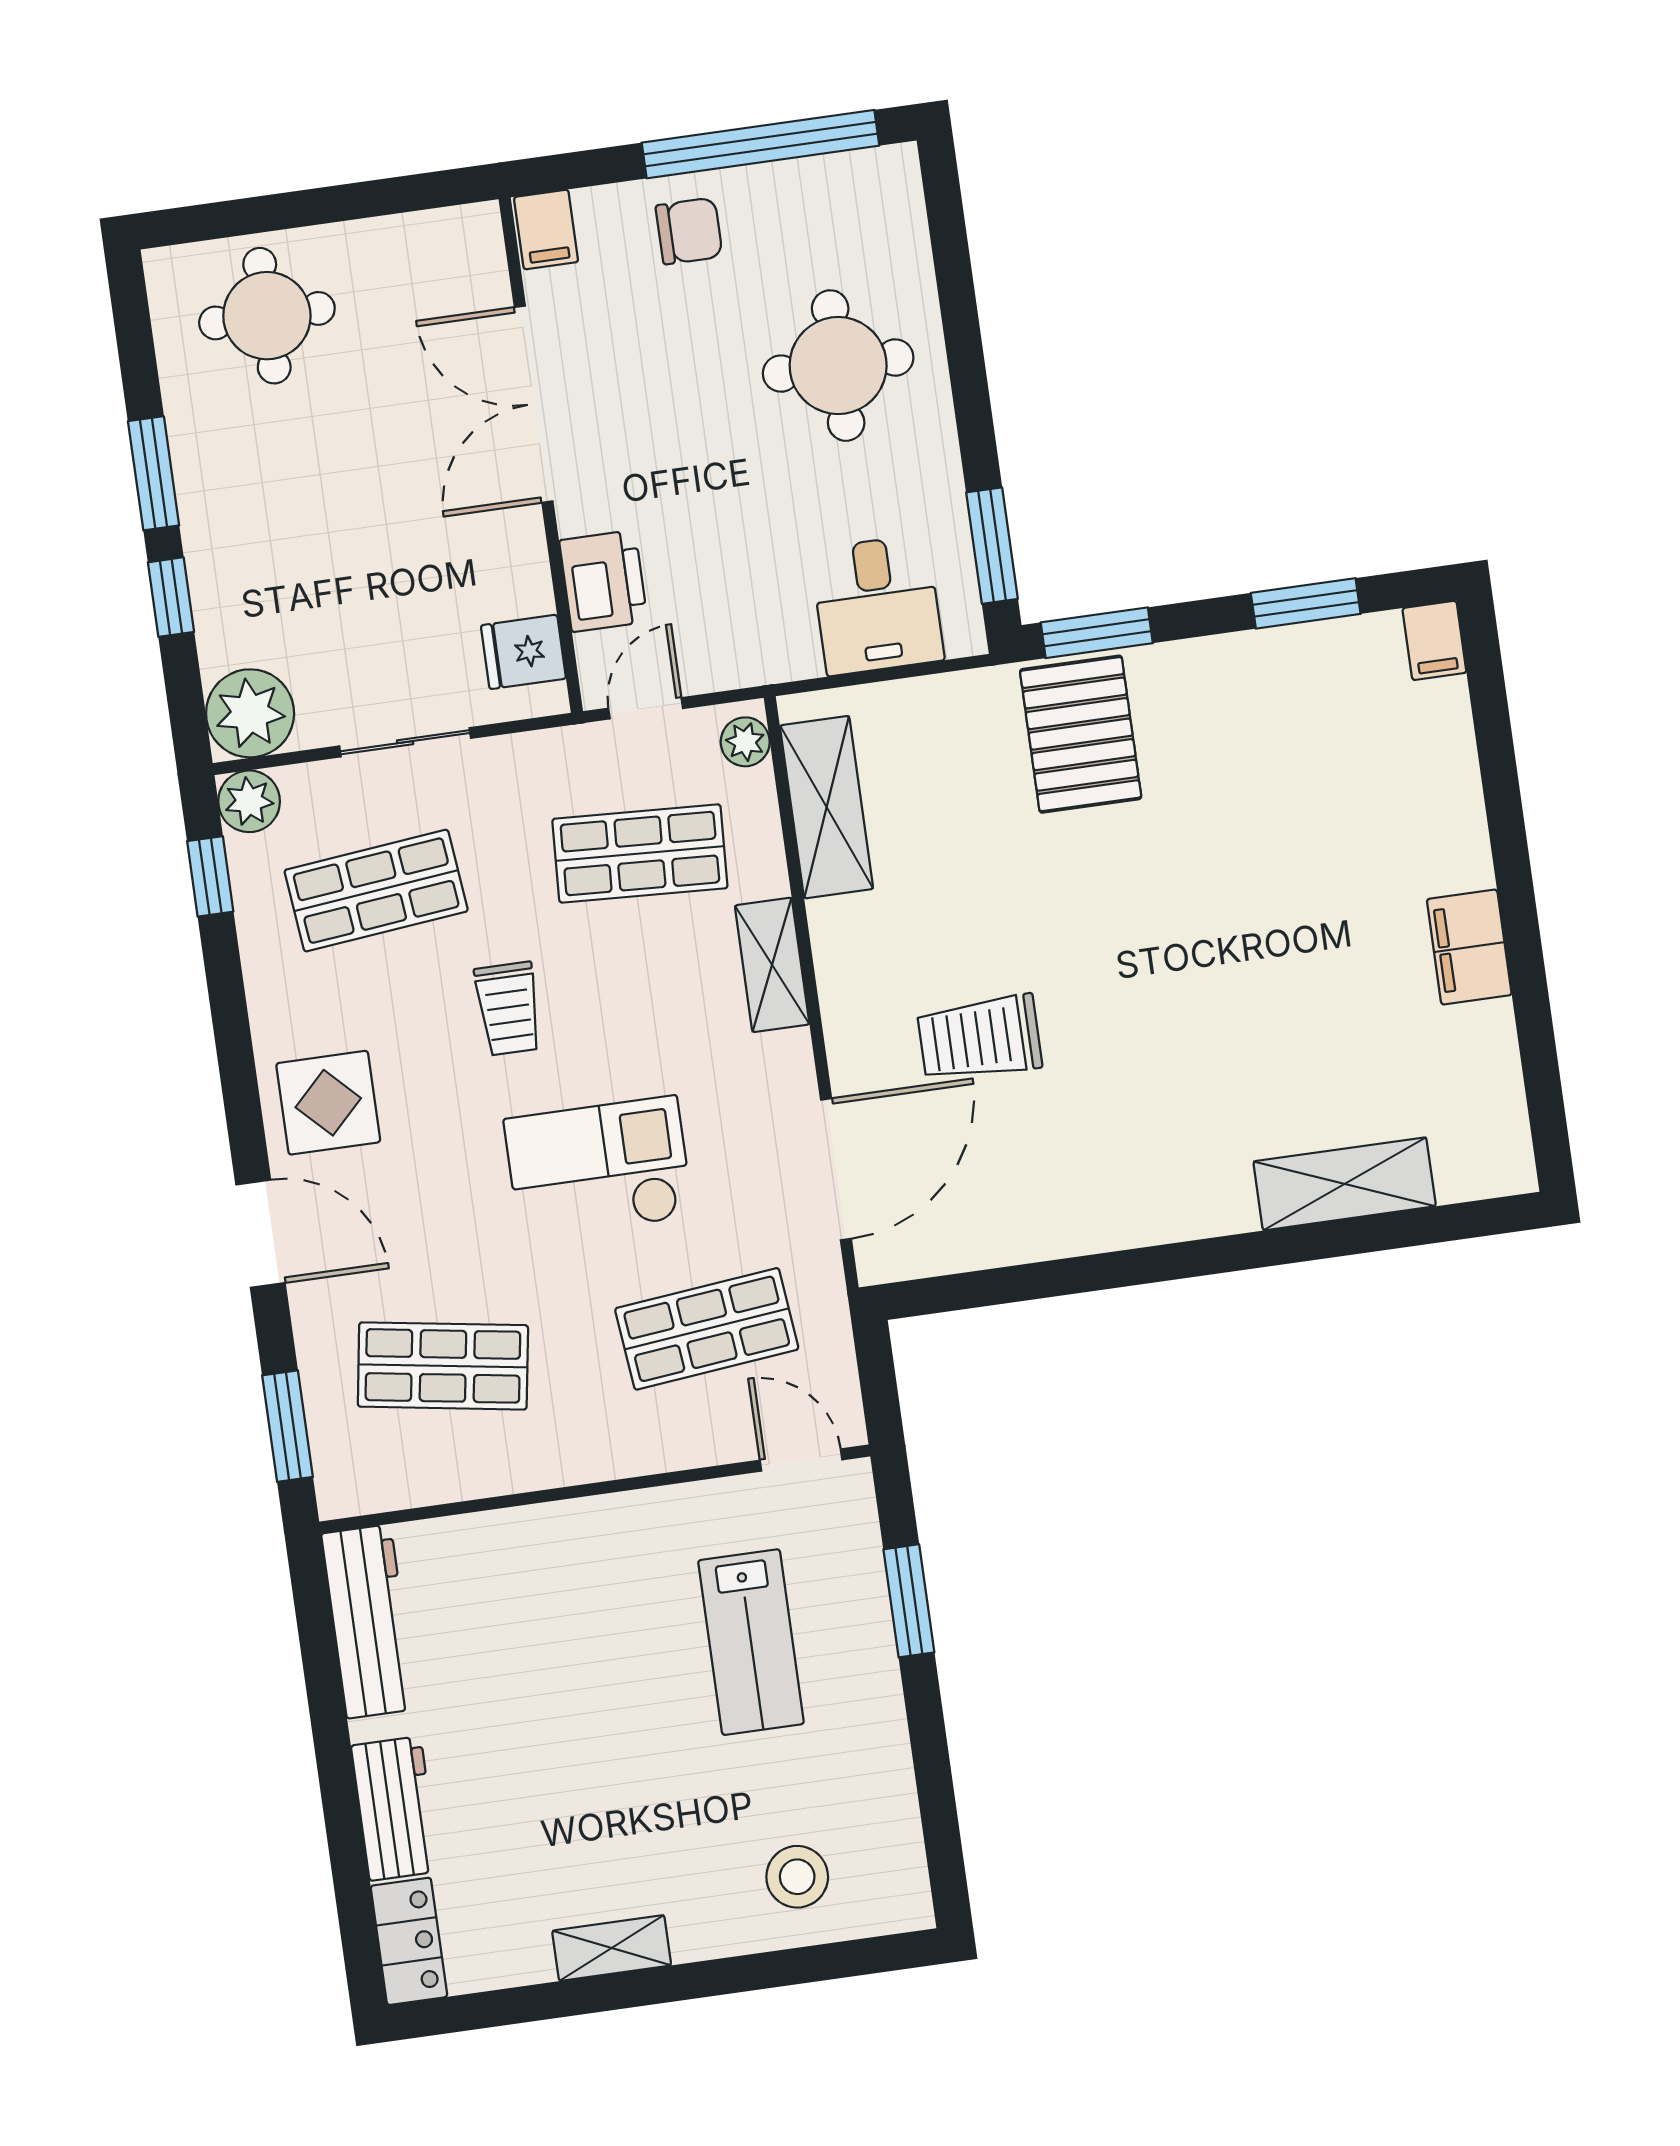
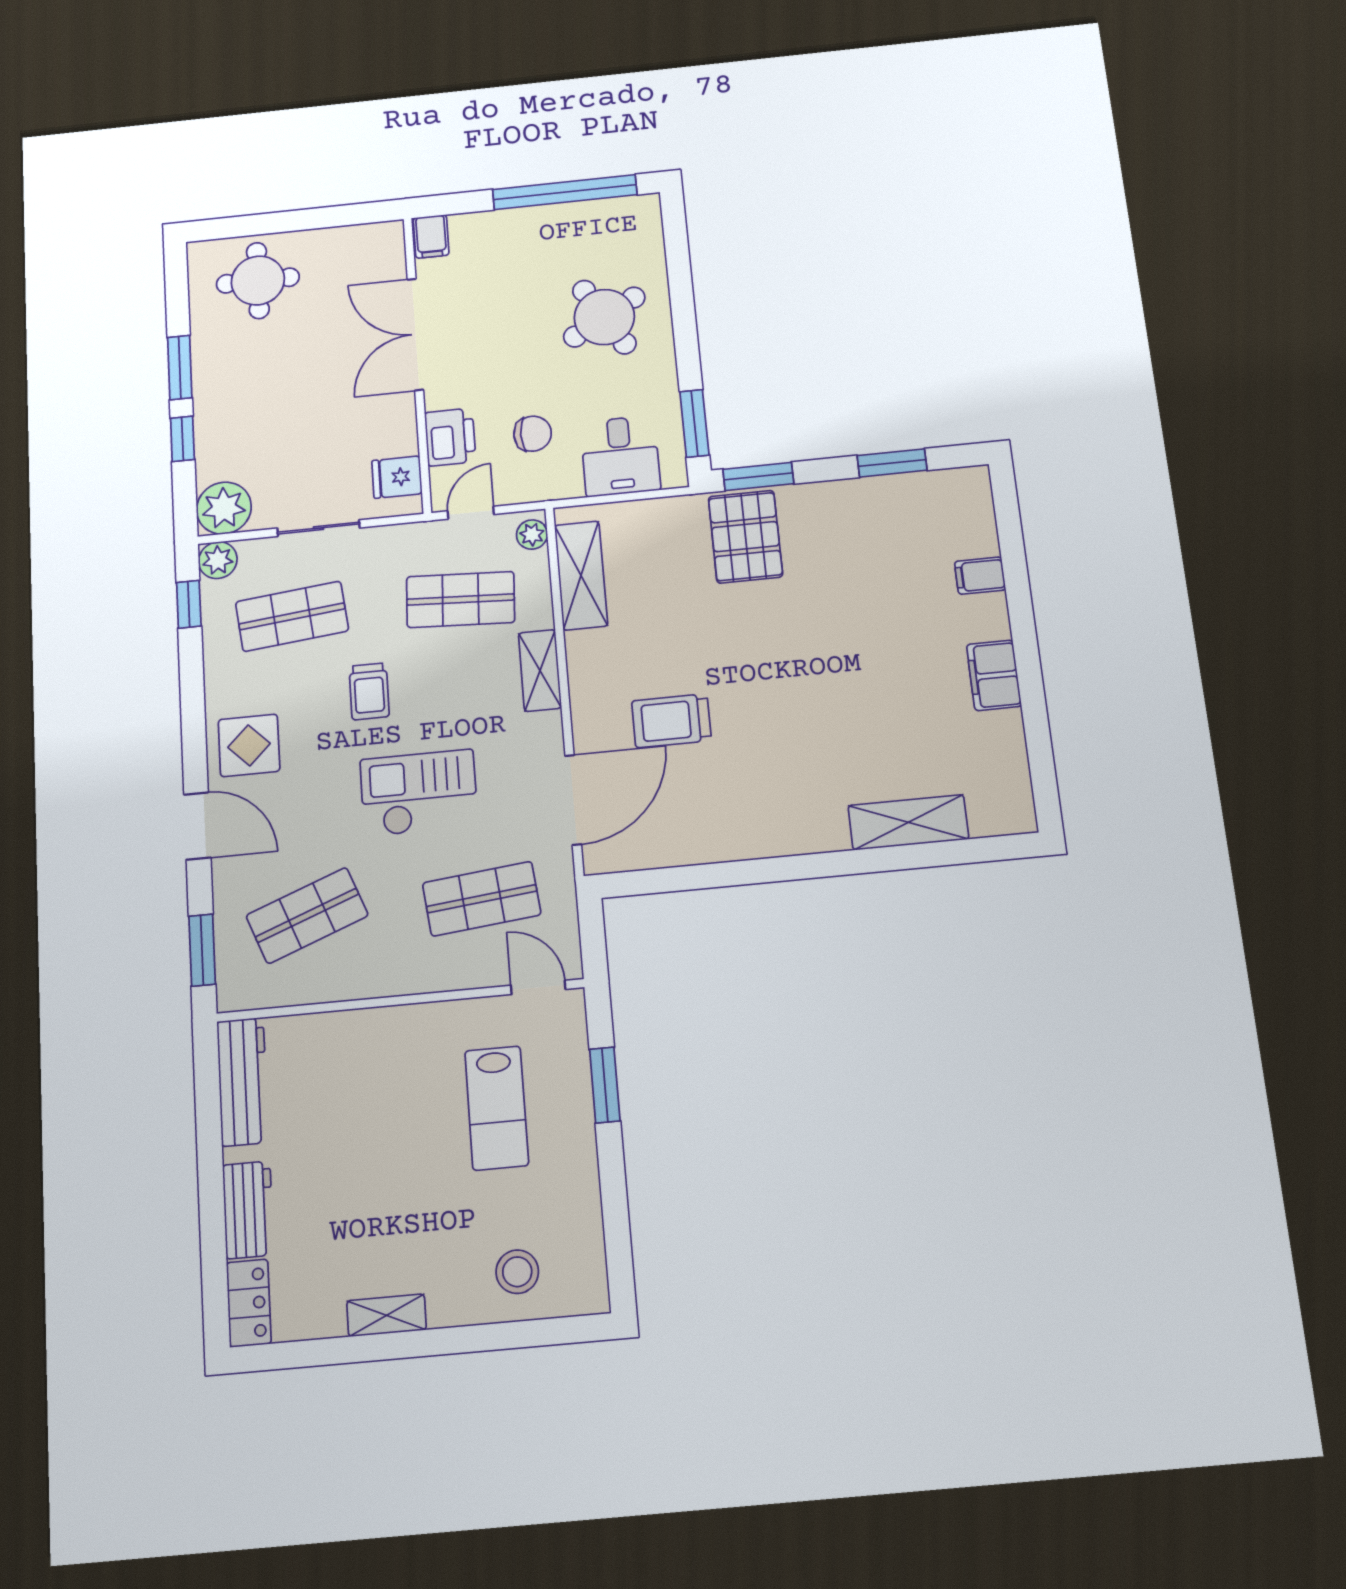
chair: (689, 231) -> (533, 434), moved
round table: (838, 366) -> (604, 317), turned -30
filing cabinet: (1434, 640) -> (980, 576), moved, turned 90
shop shelf: (443, 1366) -> (307, 915), turned -30

